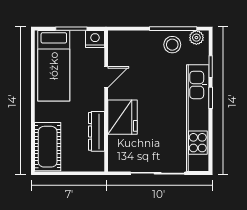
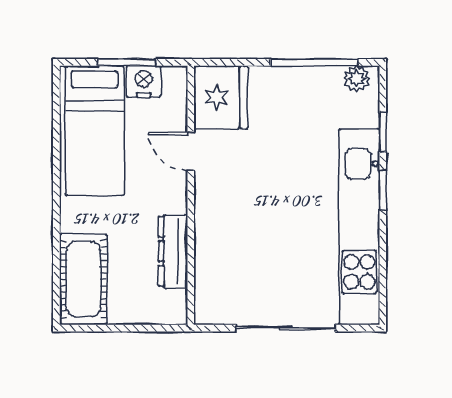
nightstand: (95, 39) -> (144, 81), moved
stool: (172, 45) -> (312, 92), removed
door: (106, 77) -> (191, 151), swing flipped
fridge: (122, 117) -> (221, 97), moved

